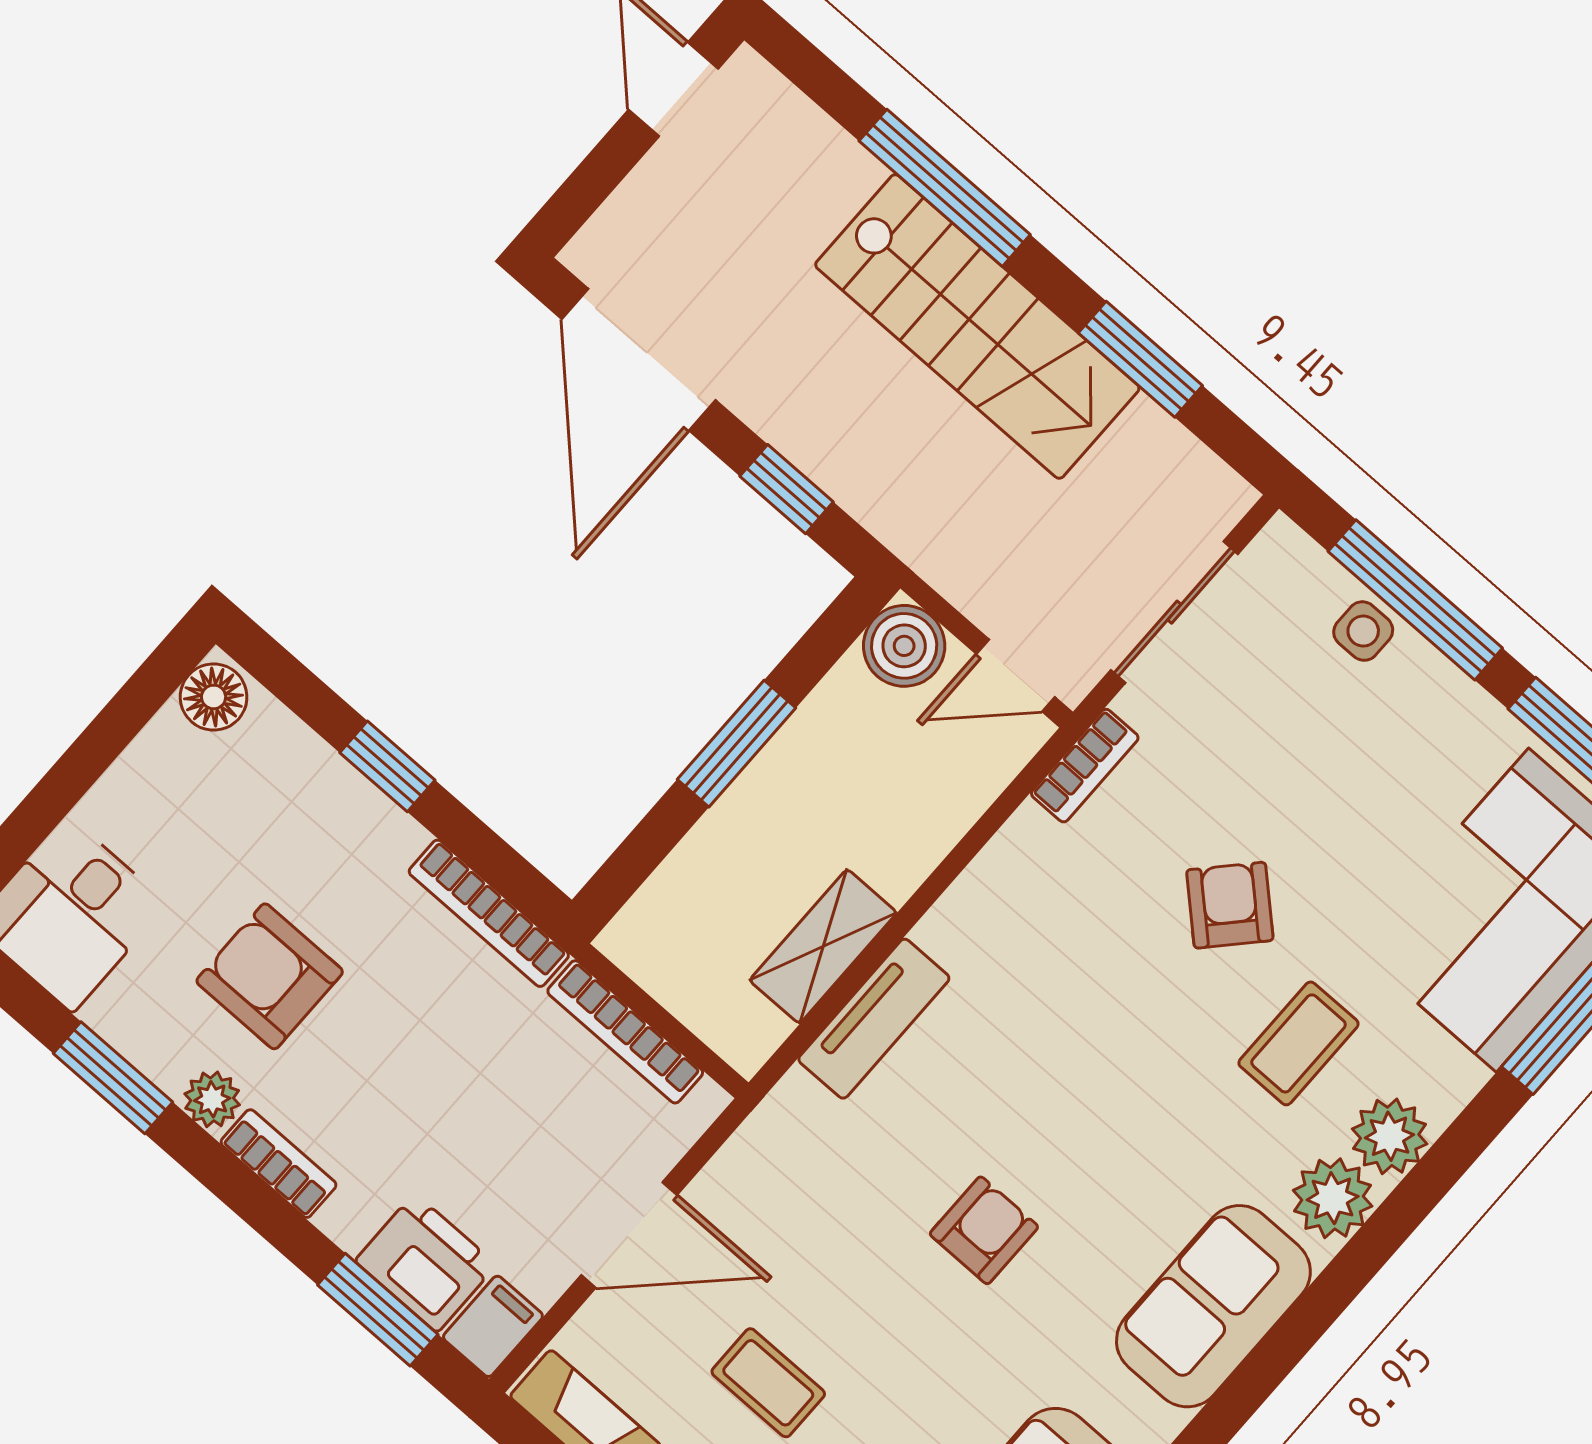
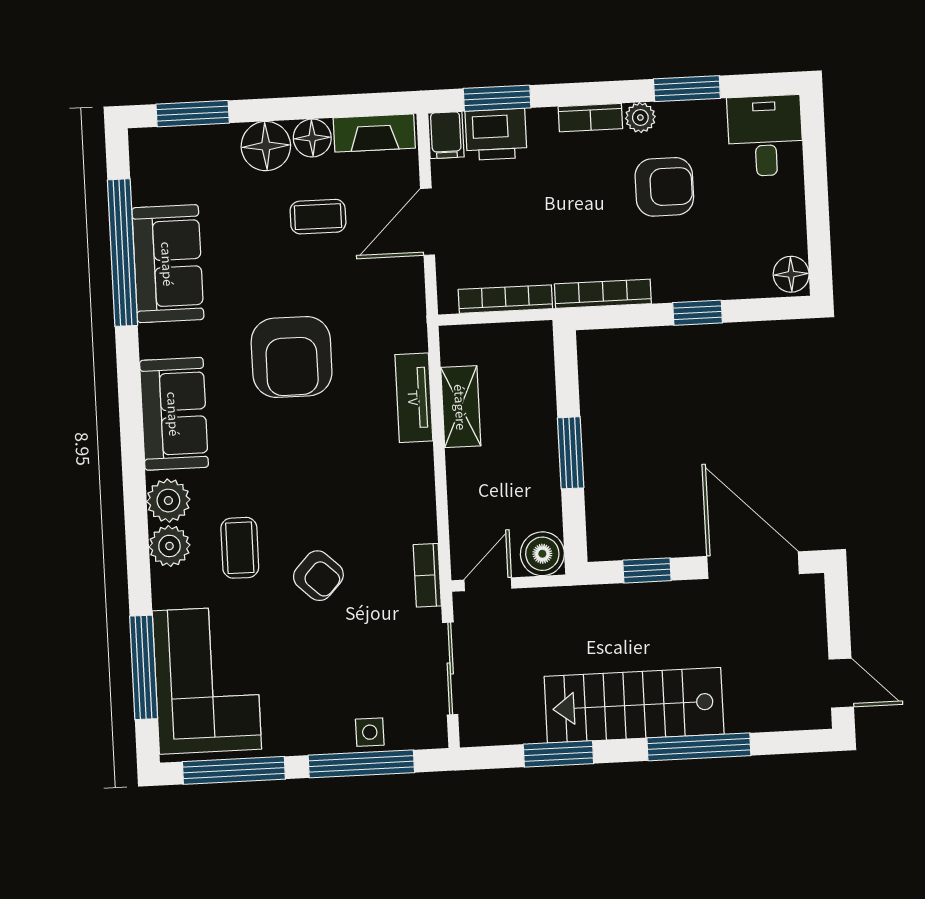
armchair: (984, 1230) -> (292, 357), width x1.88, depth x1.88

